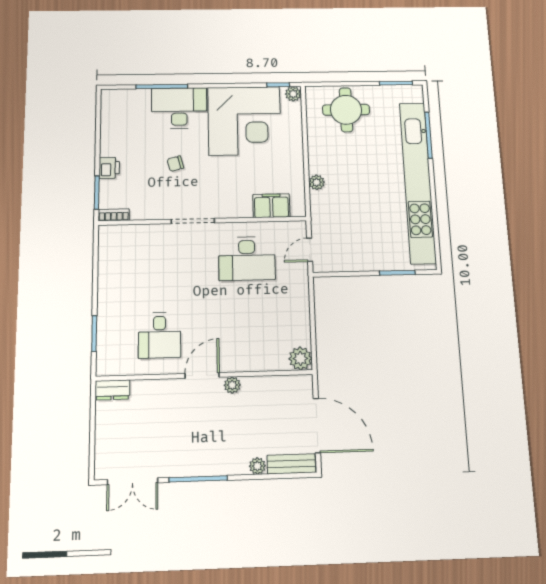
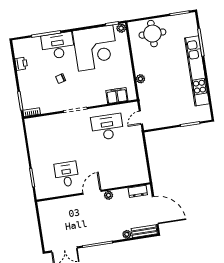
printer: (109, 168) -> (21, 64), moved
kitchen unit: (418, 182) -> (197, 71), width x0.73
desk: (247, 259) -> (107, 127), turned 180
desk: (160, 335) -> (67, 174), turned 180
plant: (300, 358) -> (143, 177), removed
dresser: (112, 390) -> (138, 191), moved

